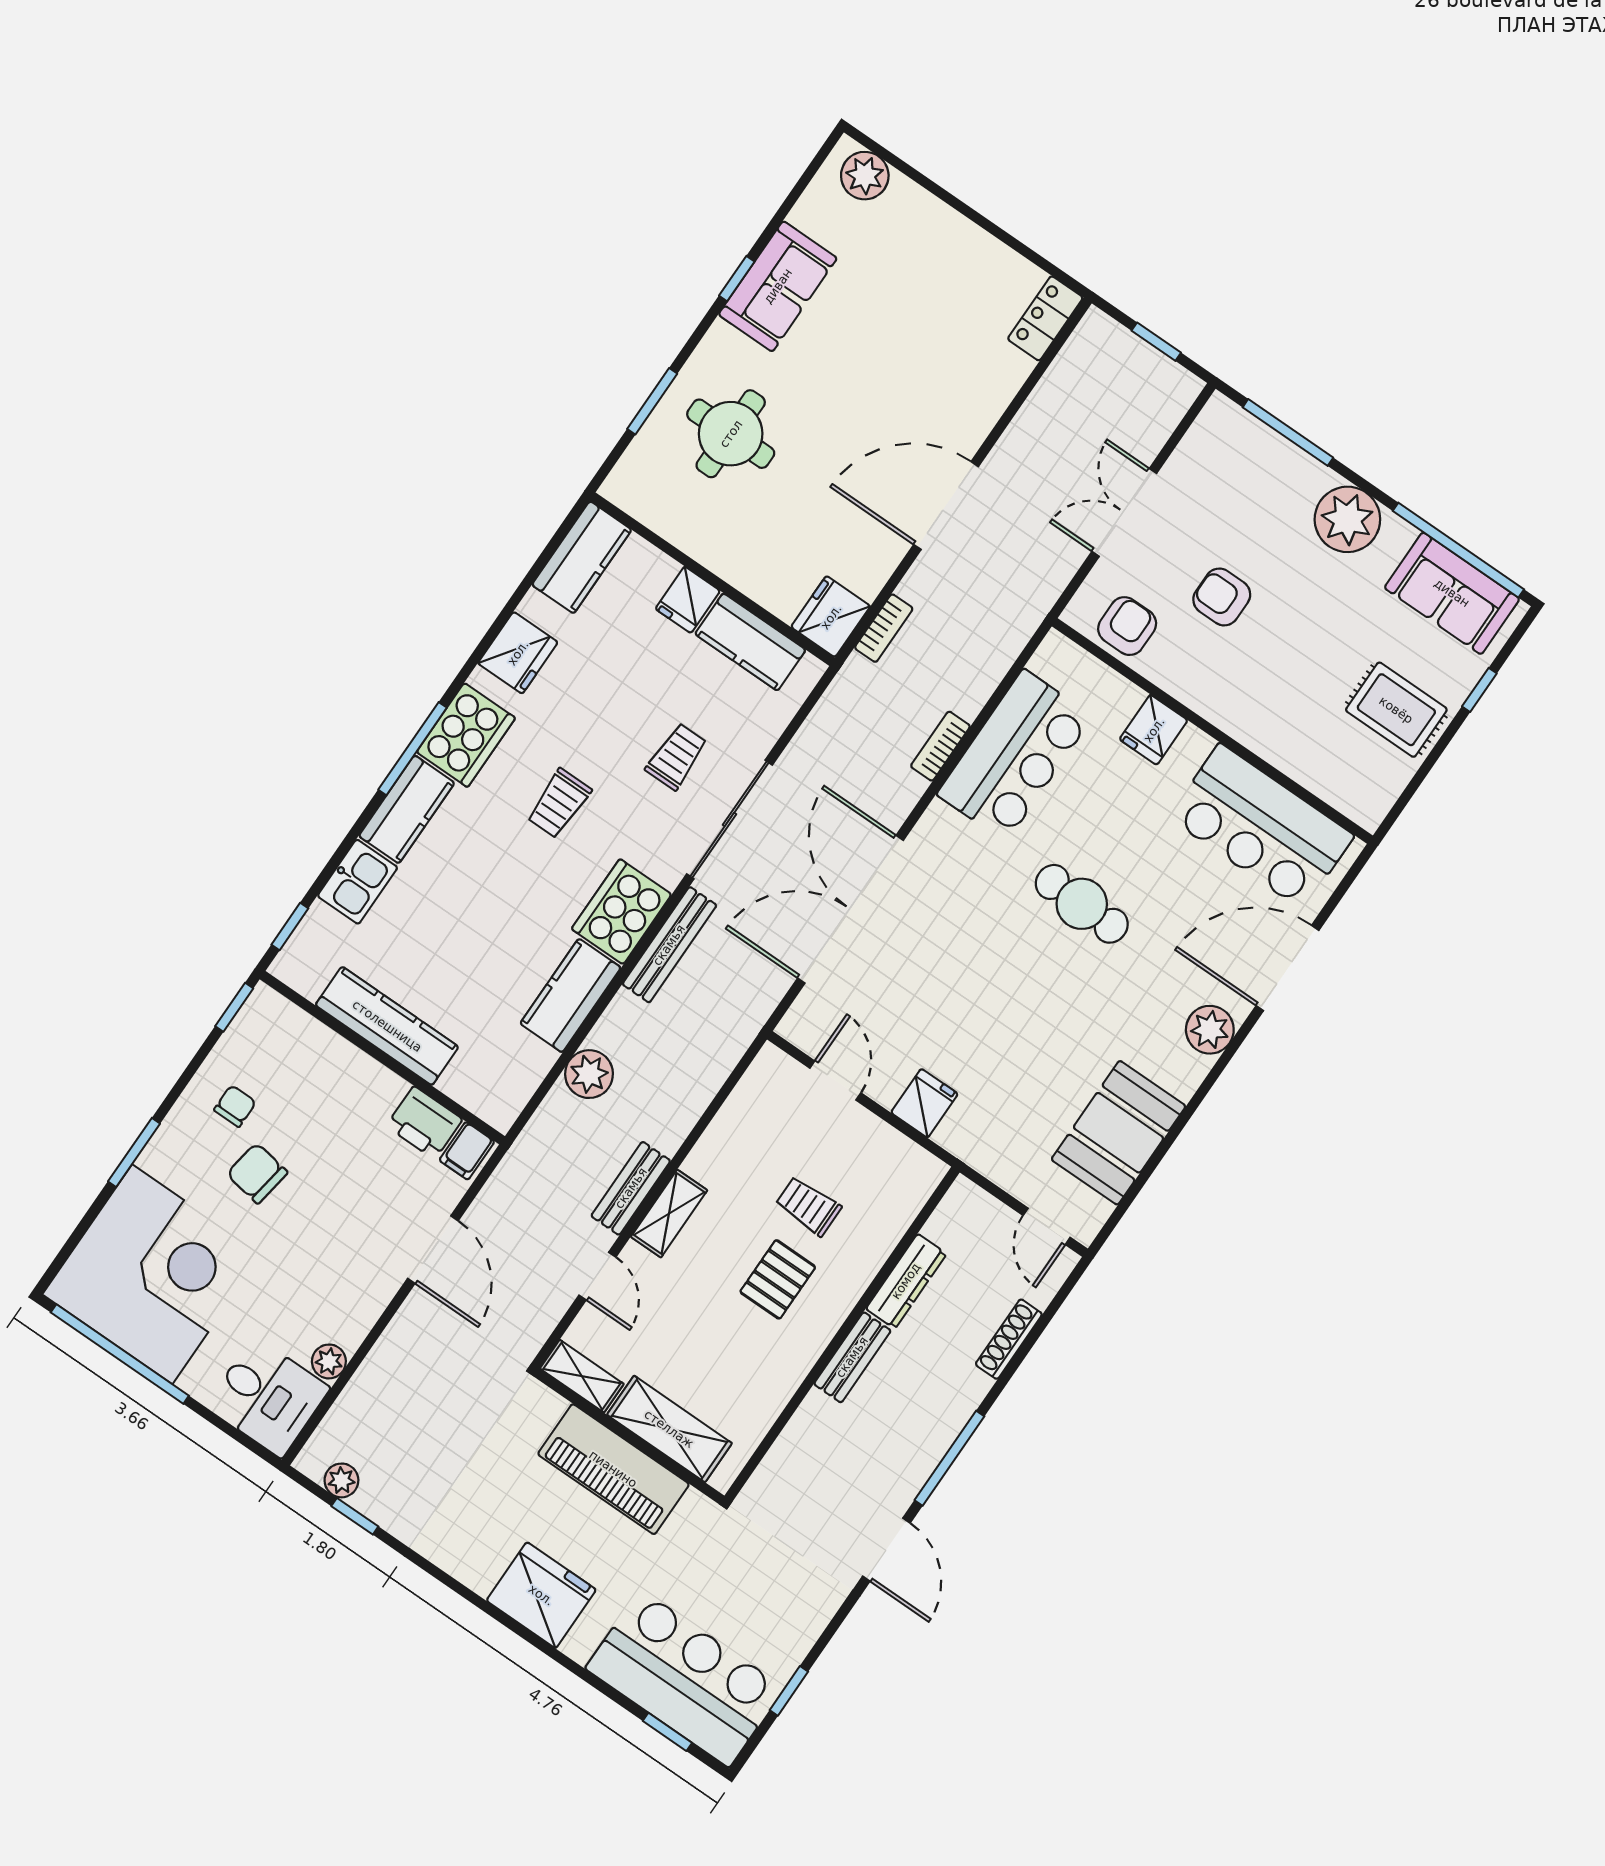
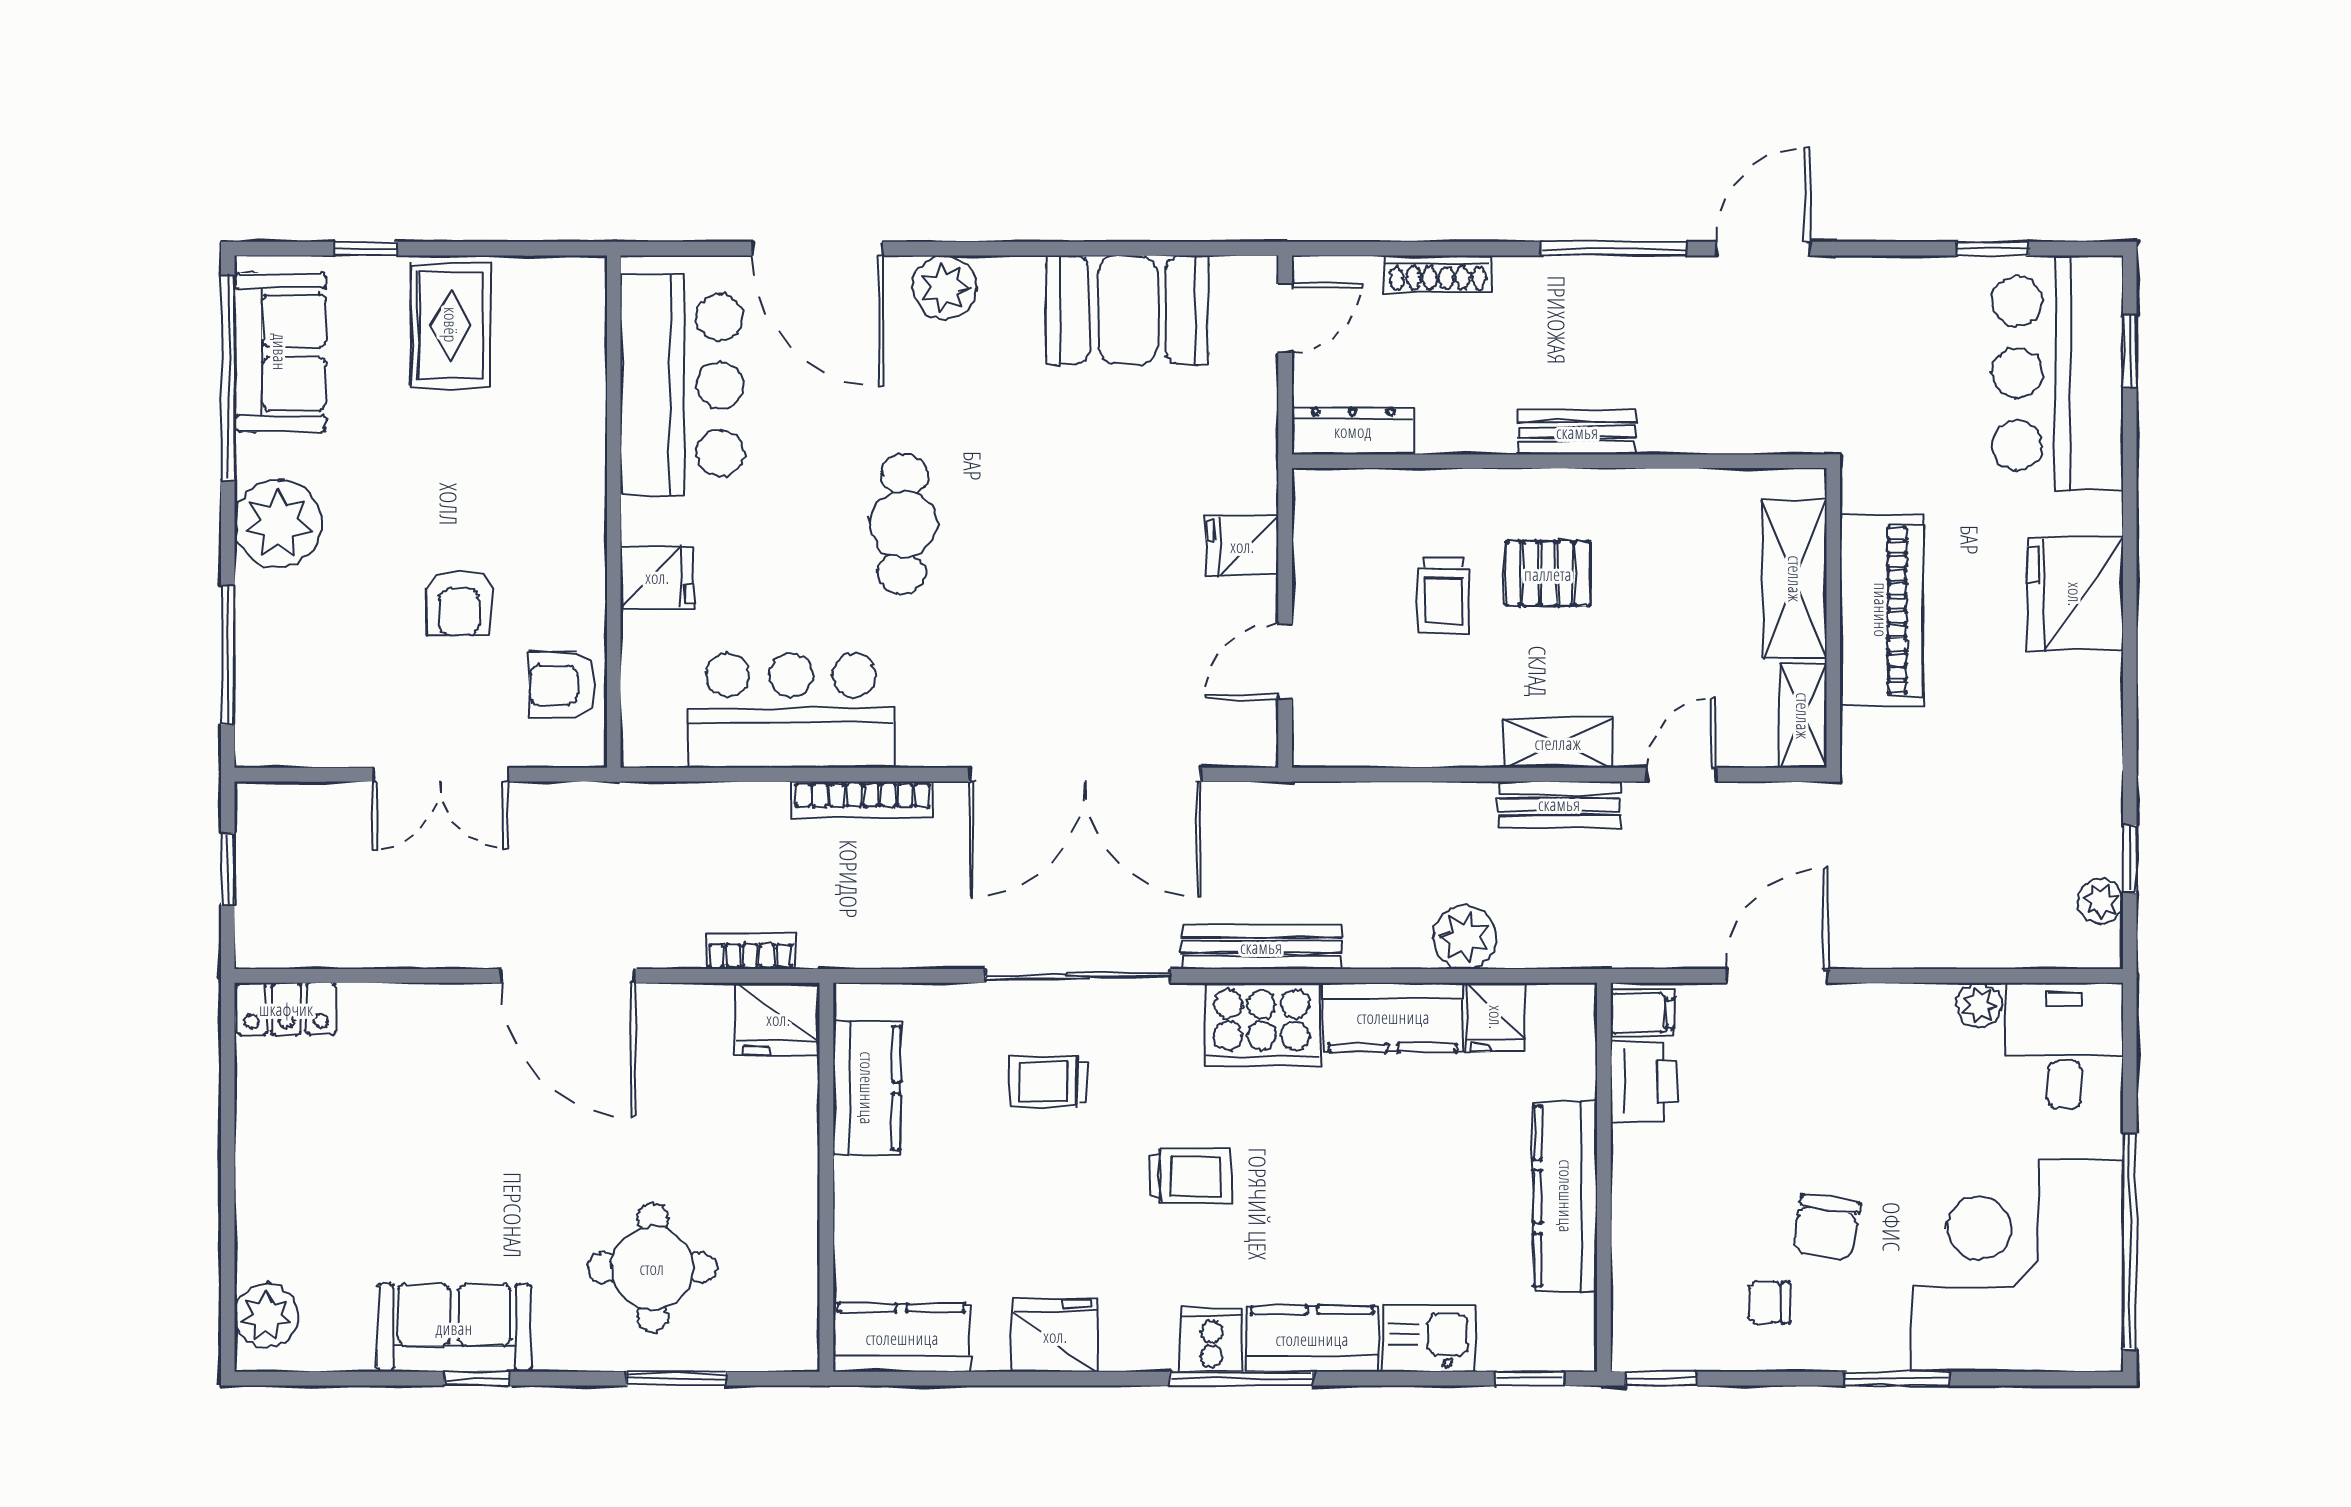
fridge: (688, 600) -> (1496, 1017), moved, turned 90
cooker: (466, 735) -> (1212, 1340), width x0.53, depth x0.76
bookcase: (940, 746) -> (863, 799), width x1.56
dresser: (906, 1281) -> (1353, 431), moved

